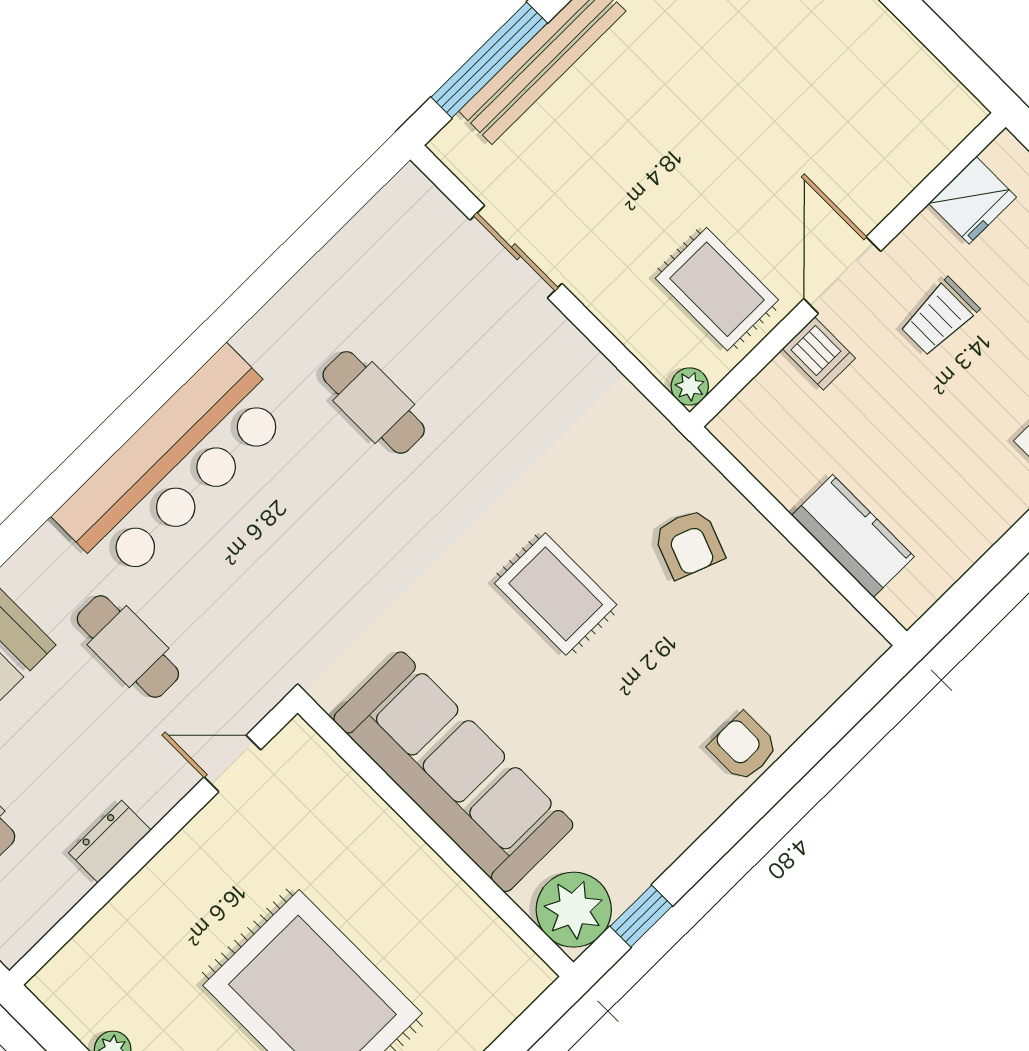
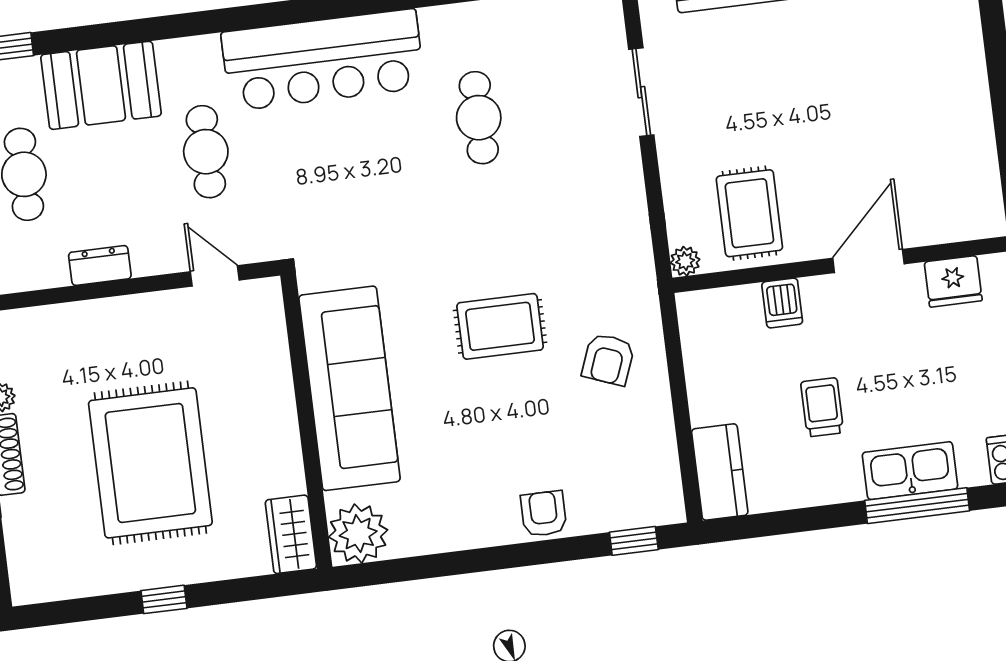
door: (842, 275) -> (868, 261), moved
trolley: (939, 317) -> (822, 407), moved, turned 90
kitchen counter: (853, 536) -> (720, 472), moved
rug: (556, 594) -> (500, 326), turned 90
window: (641, 916) -> (634, 541), moved
wardrobe: (507, 962) -> (291, 534), added

